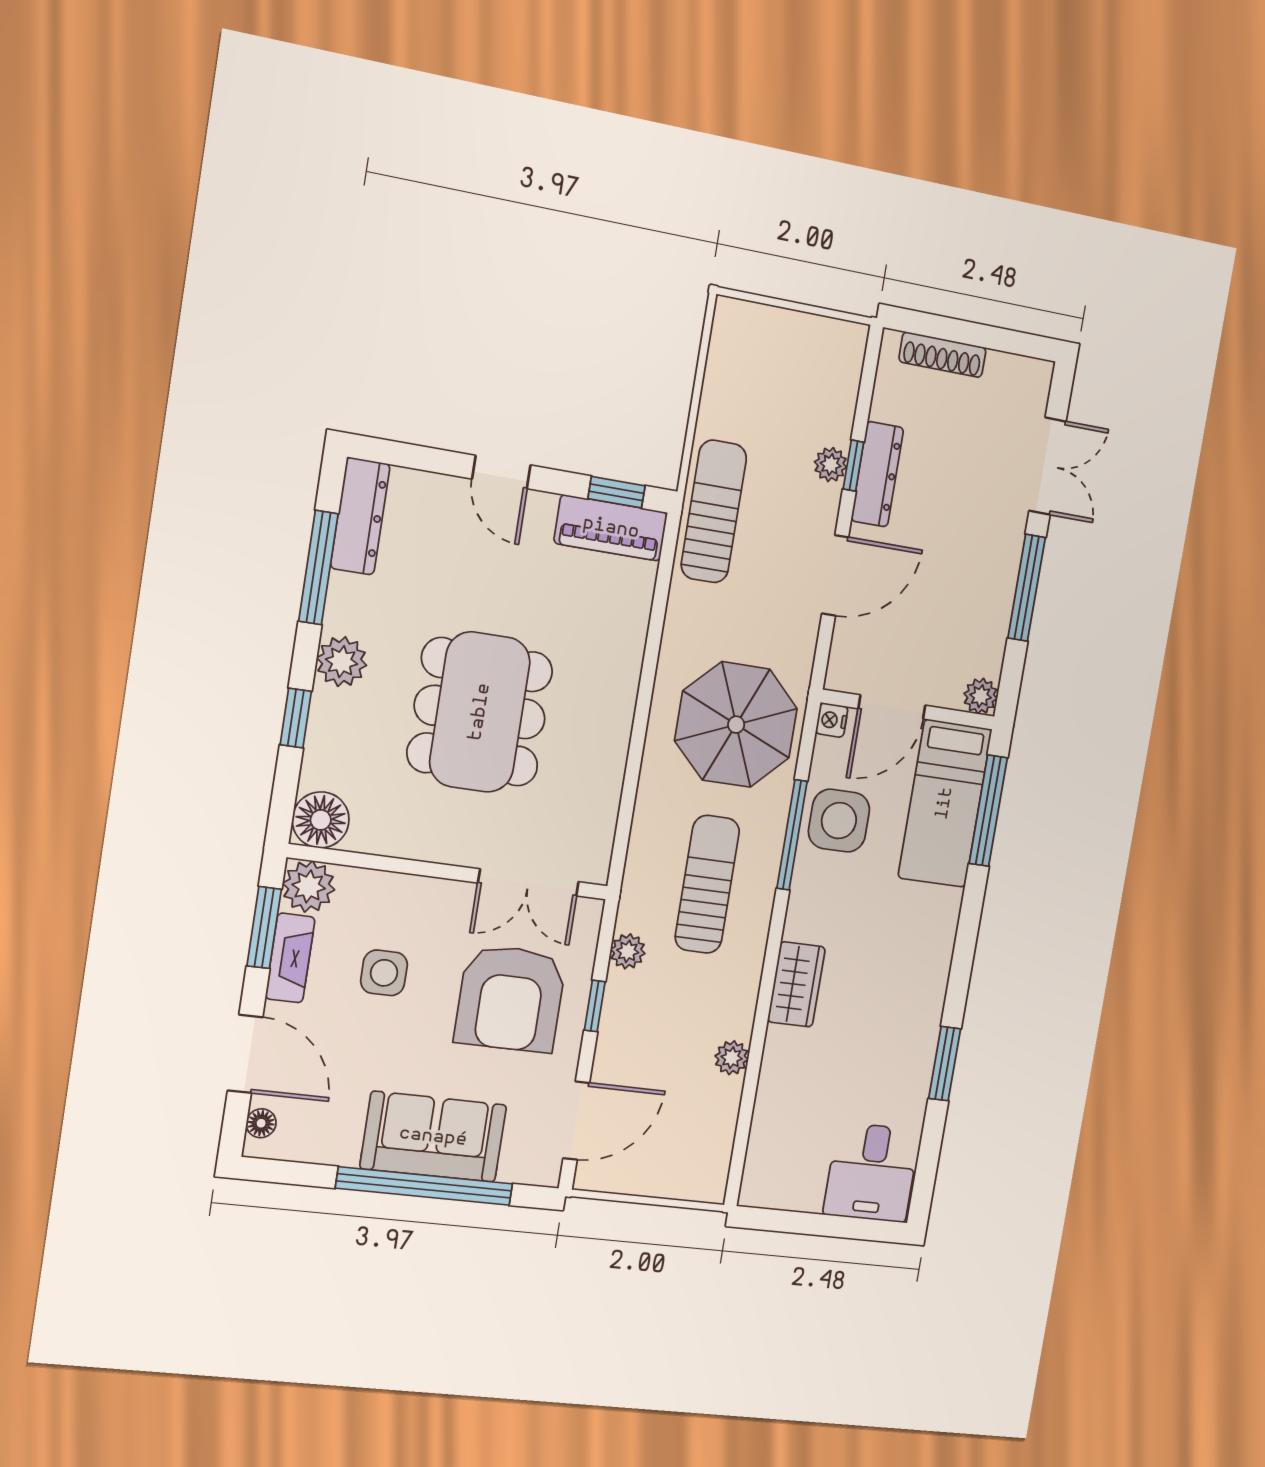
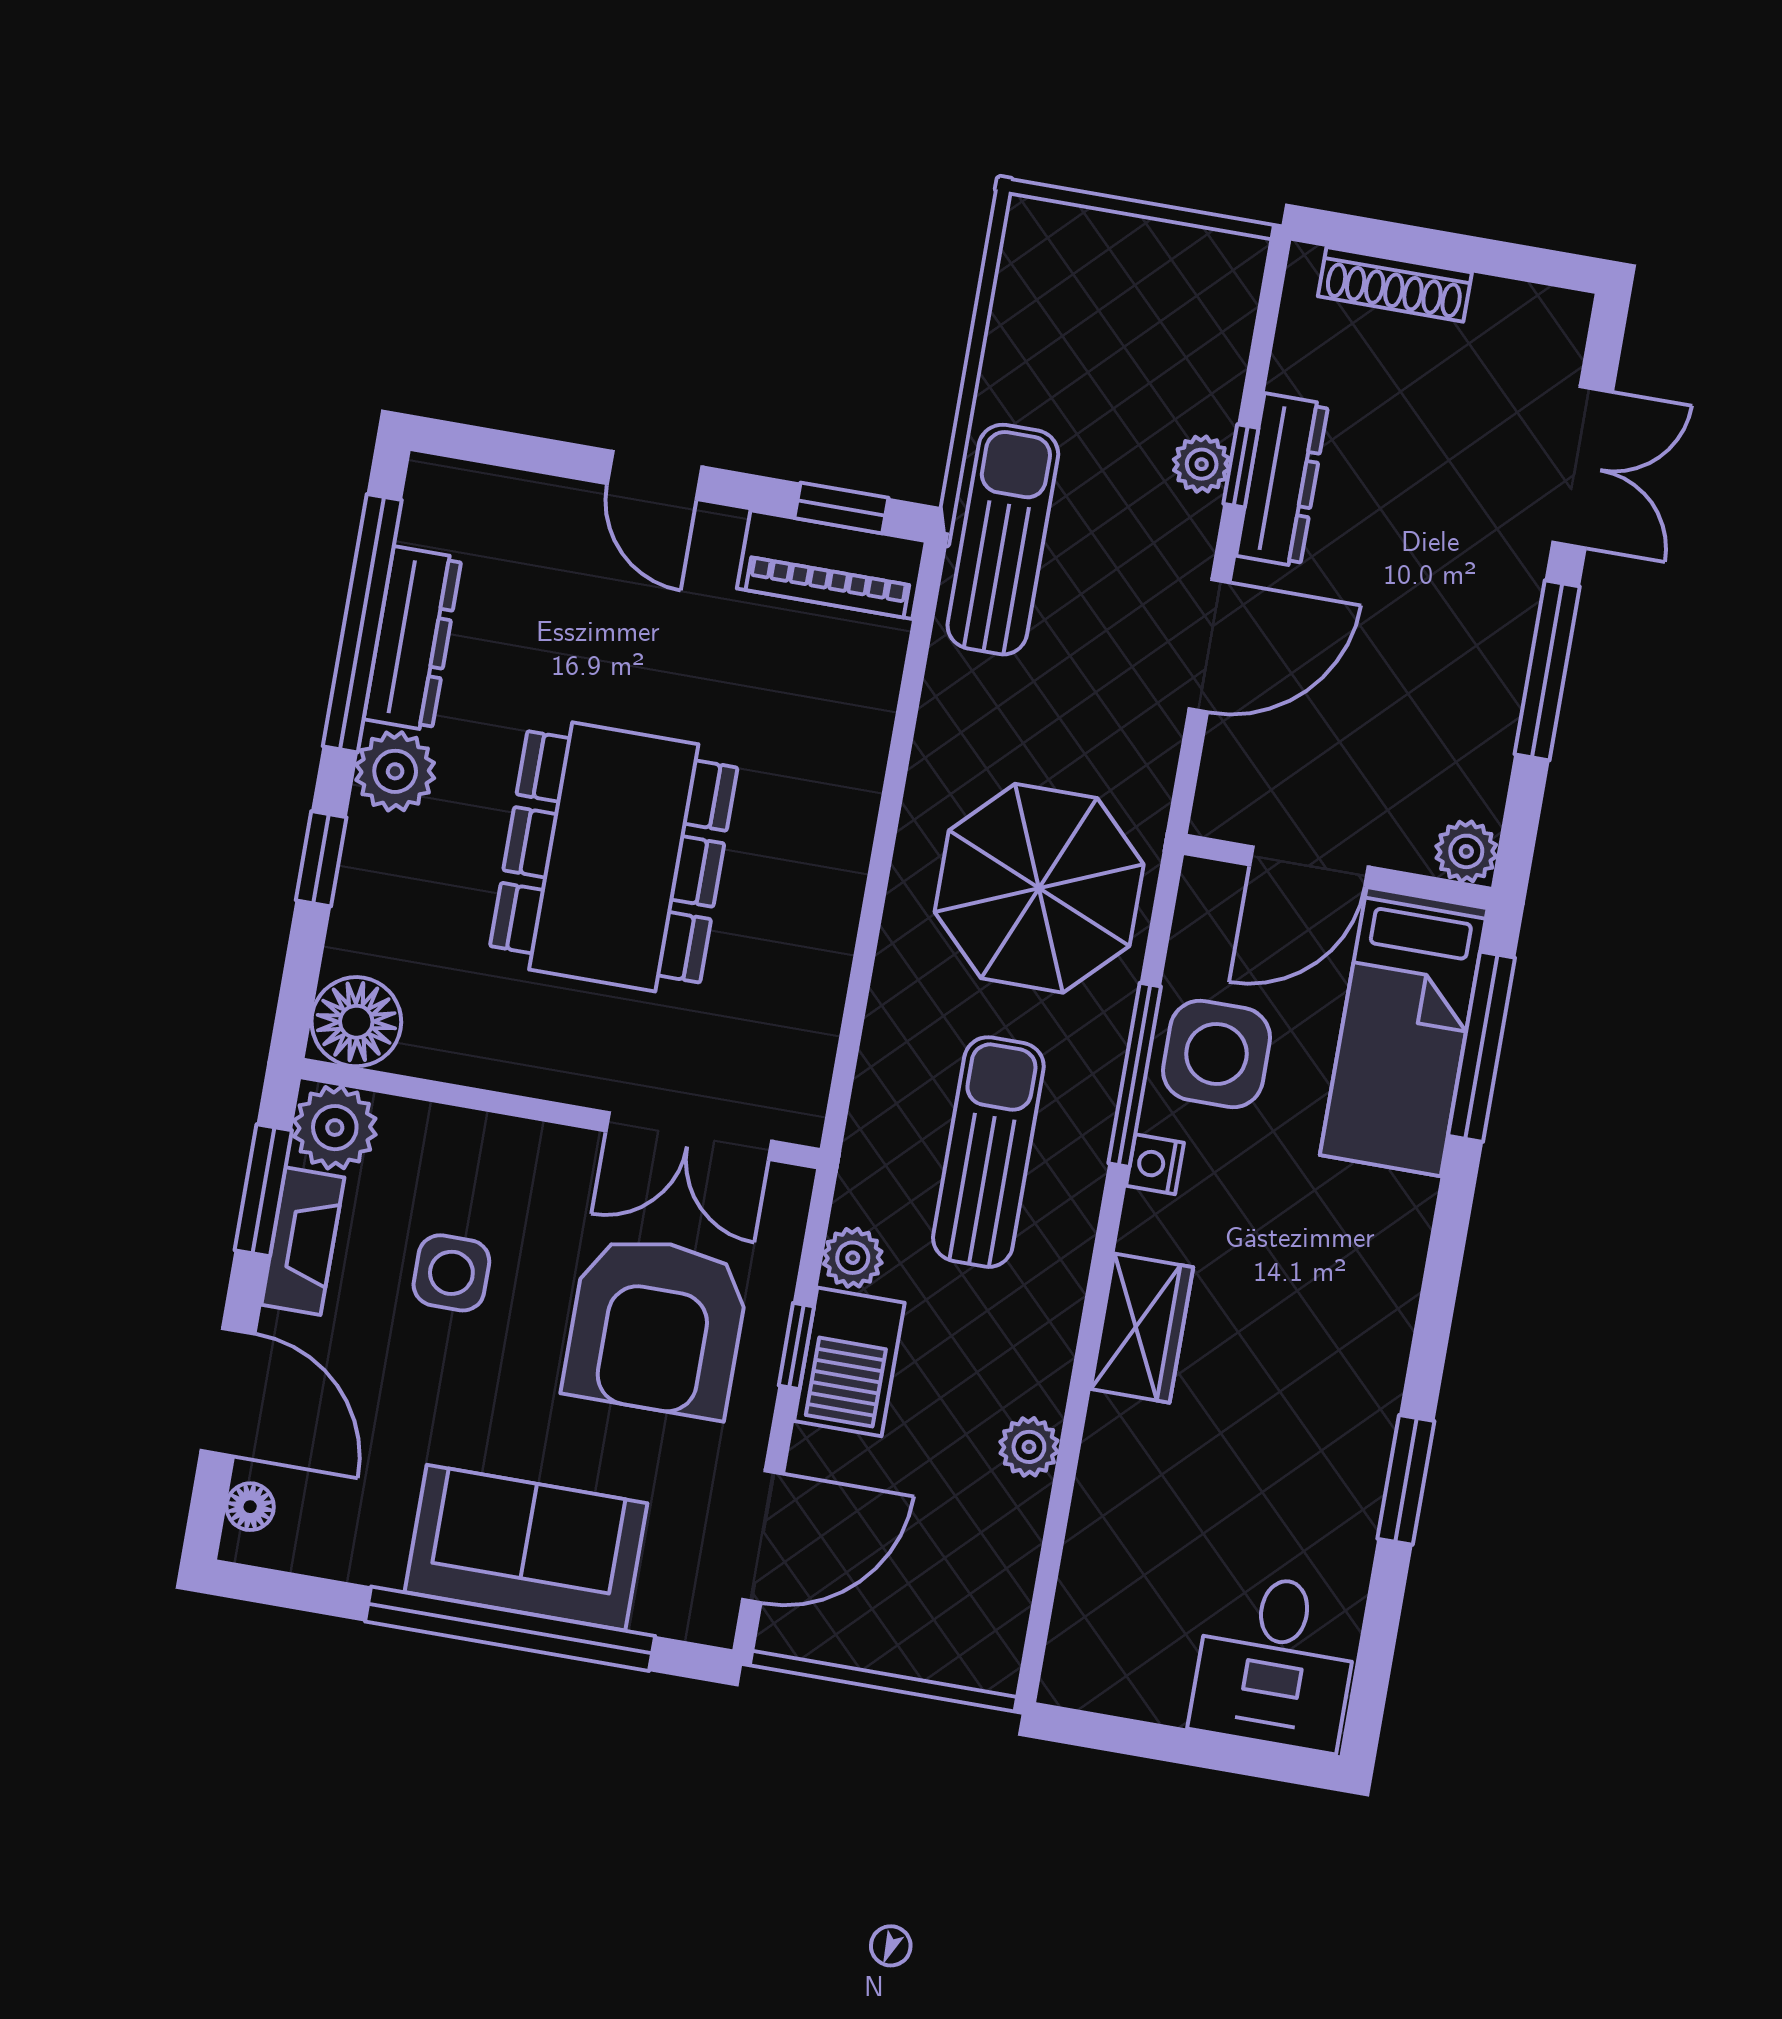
dresser: (360, 516) -> (413, 639), moved
window: (318, 568) -> (362, 623), width x1.46
nightstand: (832, 720) -> (1155, 1164), moved
barbecue: (626, 1014) -> (849, 1362), added

